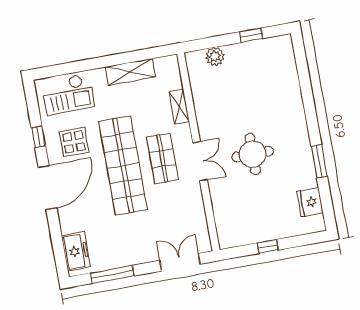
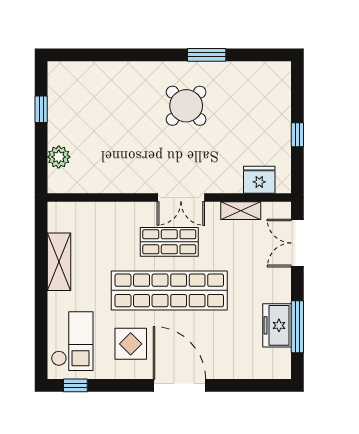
shelving: (179, 107) -> (241, 211), moved
window: (38, 137) -> (75, 385), moved
round table: (253, 154) -> (186, 106), moved, turned 45
double door: (200, 161) -> (181, 197), swing flipped
fridge: (310, 202) -> (259, 180), moved, turned 180
freezer: (76, 251) -> (277, 325), moved, turned -90

